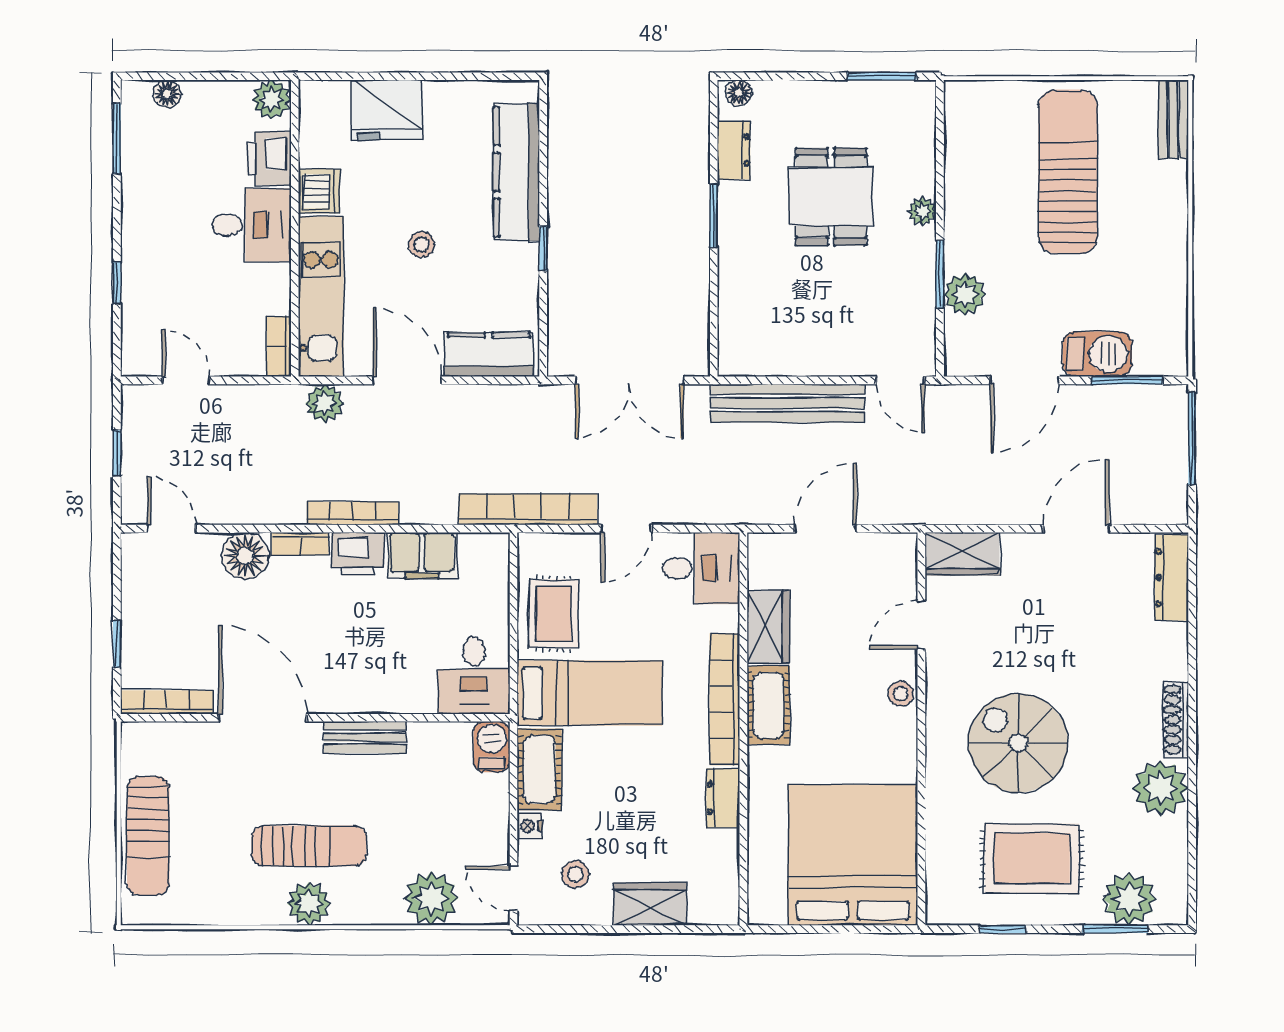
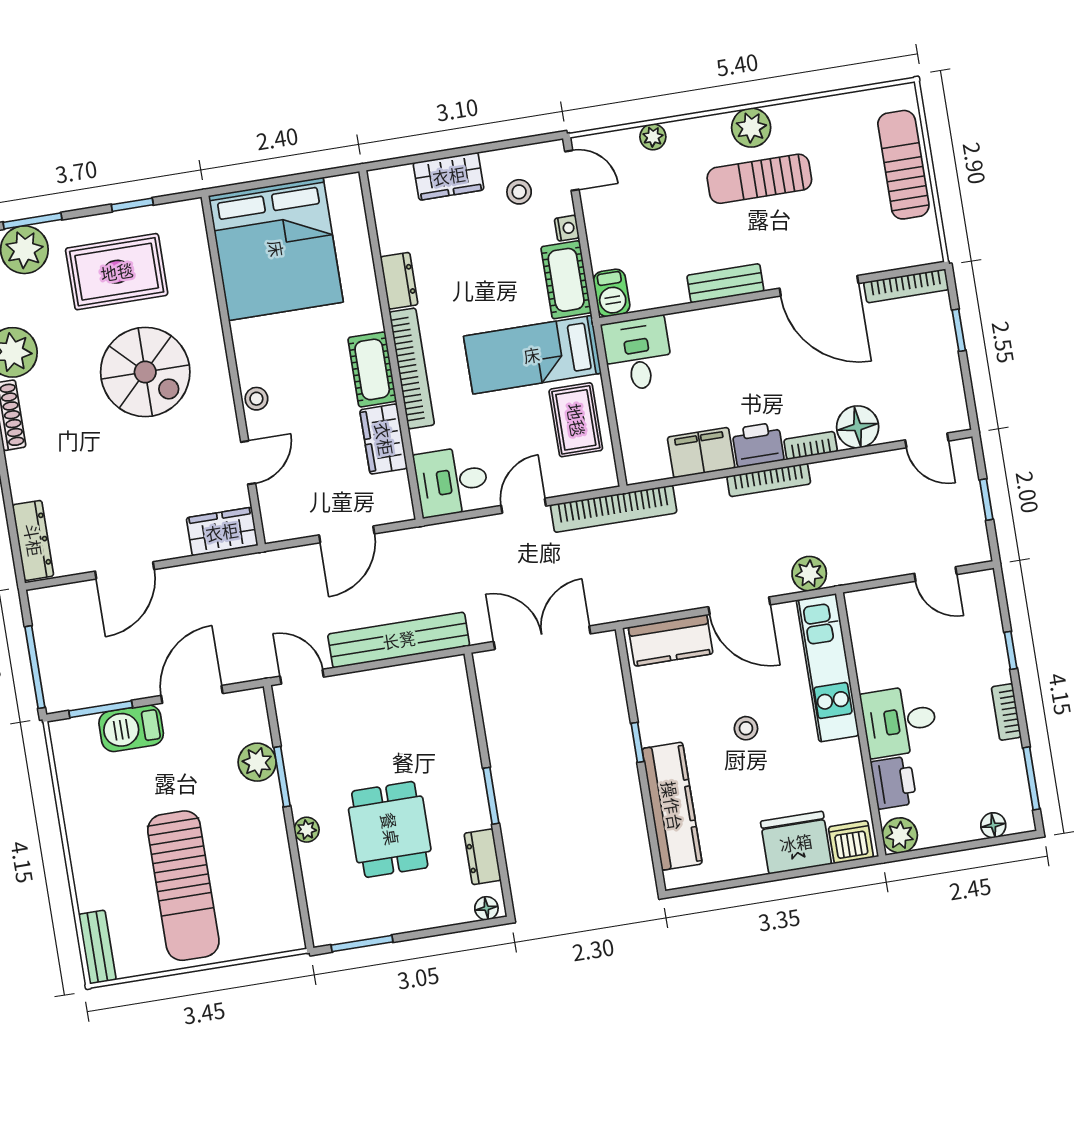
dishwasher: (319, 191) -> (851, 842), moved, turned 90
bookcase: (279, 346) -> (1006, 712), moved, turned 180
plant: (431, 898) -> (653, 137), width x0.53, depth x0.53

